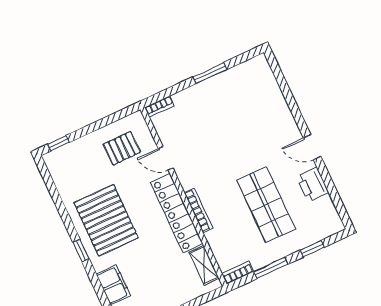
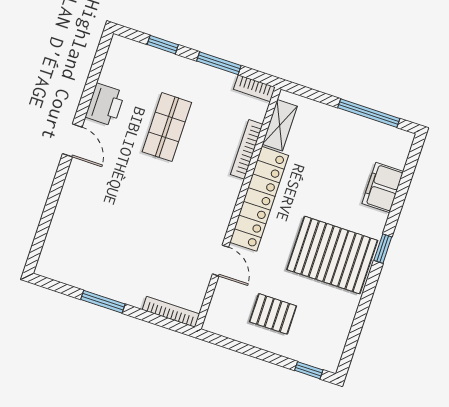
bookcase: (159, 107) -> (171, 312), width x1.56
pallet: (122, 148) -> (273, 314), moved
shop shelf: (266, 205) -> (167, 127), width x0.70, depth x0.74
bookcase: (199, 210) -> (247, 149), moved
pallet: (106, 220) -> (332, 255), turned 90

